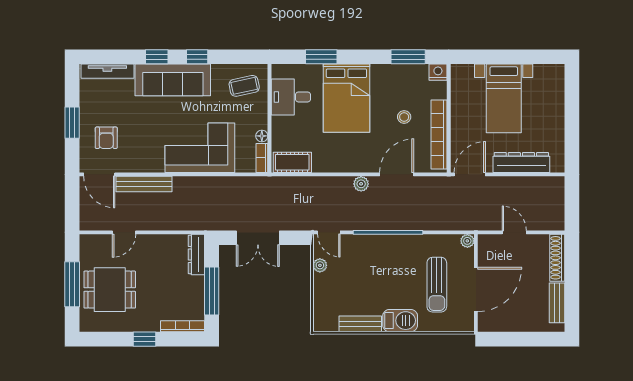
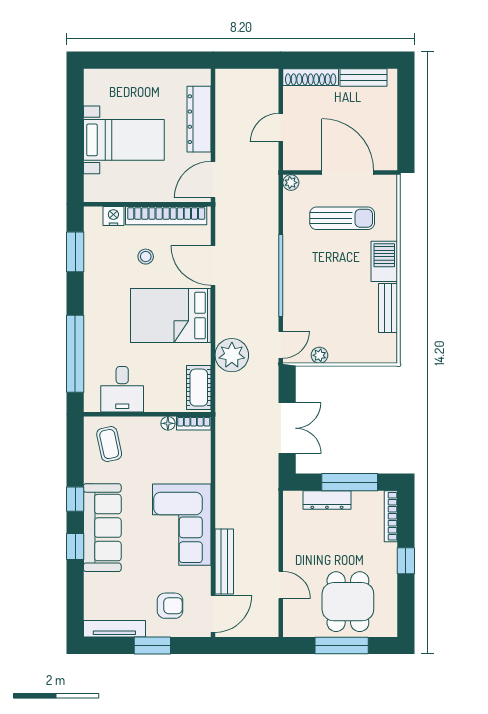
window: (321, 57) -> (75, 354), width x2.11
tv unit: (107, 71) -> (114, 629), moved, turned -90
nightstand: (438, 72) -> (113, 216), moved, turned 90
bed: (346, 98) -> (171, 316), moved, turned 180
corner sofa: (200, 148) -> (182, 525), moved
door: (470, 174) -> (213, 180), hinge flipped
plant: (361, 184) -> (232, 355), moved, width x1.88, depth x1.88
dresser: (196, 255) -> (327, 500), moved

